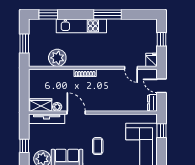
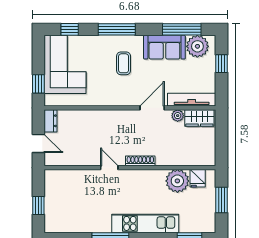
fridge: (152, 60) -> (198, 178), moved
door: (131, 68) -> (109, 168), moved
door: (76, 113) -> (152, 108), swing flipped

